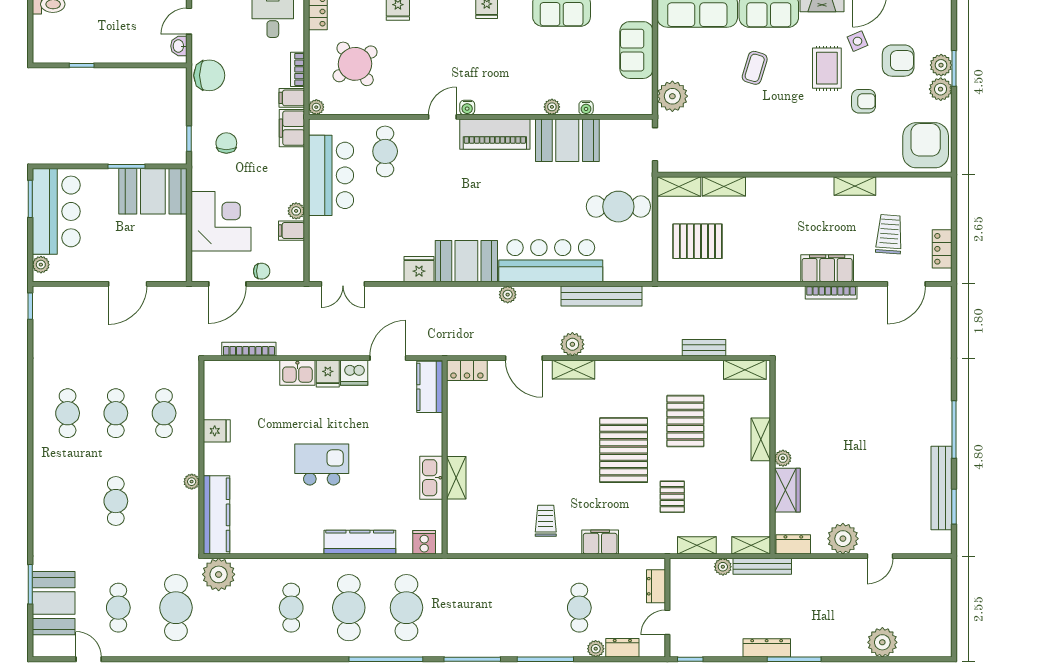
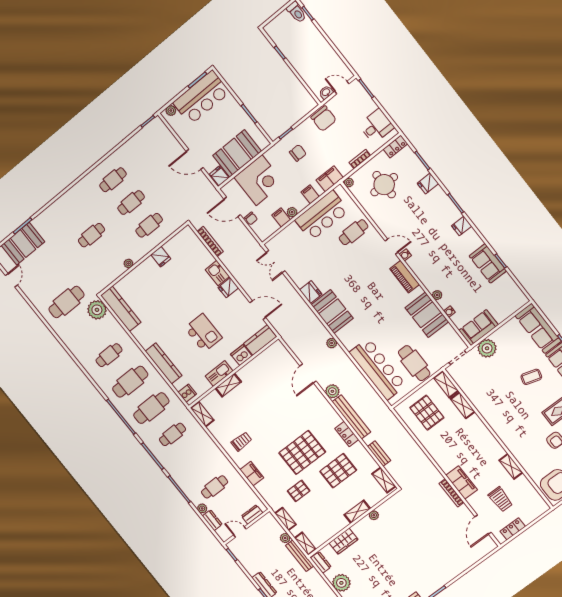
sofa: (636, 50) -> (479, 328), moved
round table: (355, 64) -> (384, 185), turned 37
filing cabinet: (292, 98) -> (310, 194), moved
piano: (495, 134) -> (405, 277), width x0.73, depth x0.75
booth: (153, 191) -> (237, 153), moved, turned 90
trolley: (889, 234) -> (500, 499), turned 86
bar counter: (551, 261) -> (378, 369), moved
fridge: (174, 269) -> (219, 176), added
door: (906, 284) -> (483, 525), hinge flipped
bench: (601, 296) -> (351, 417), moved
locker: (467, 370) -> (347, 434), moved
shelving: (574, 370) -> (202, 414), moved
dishwasher: (354, 373) -> (241, 355), moved, turned 90
plant: (783, 458) -> (374, 515), moved
kitchen island: (322, 465) -> (203, 333), moved
kitchen counter: (216, 515) -> (121, 309), moved, turned -90
cafe table: (118, 608) -> (172, 434), moved

